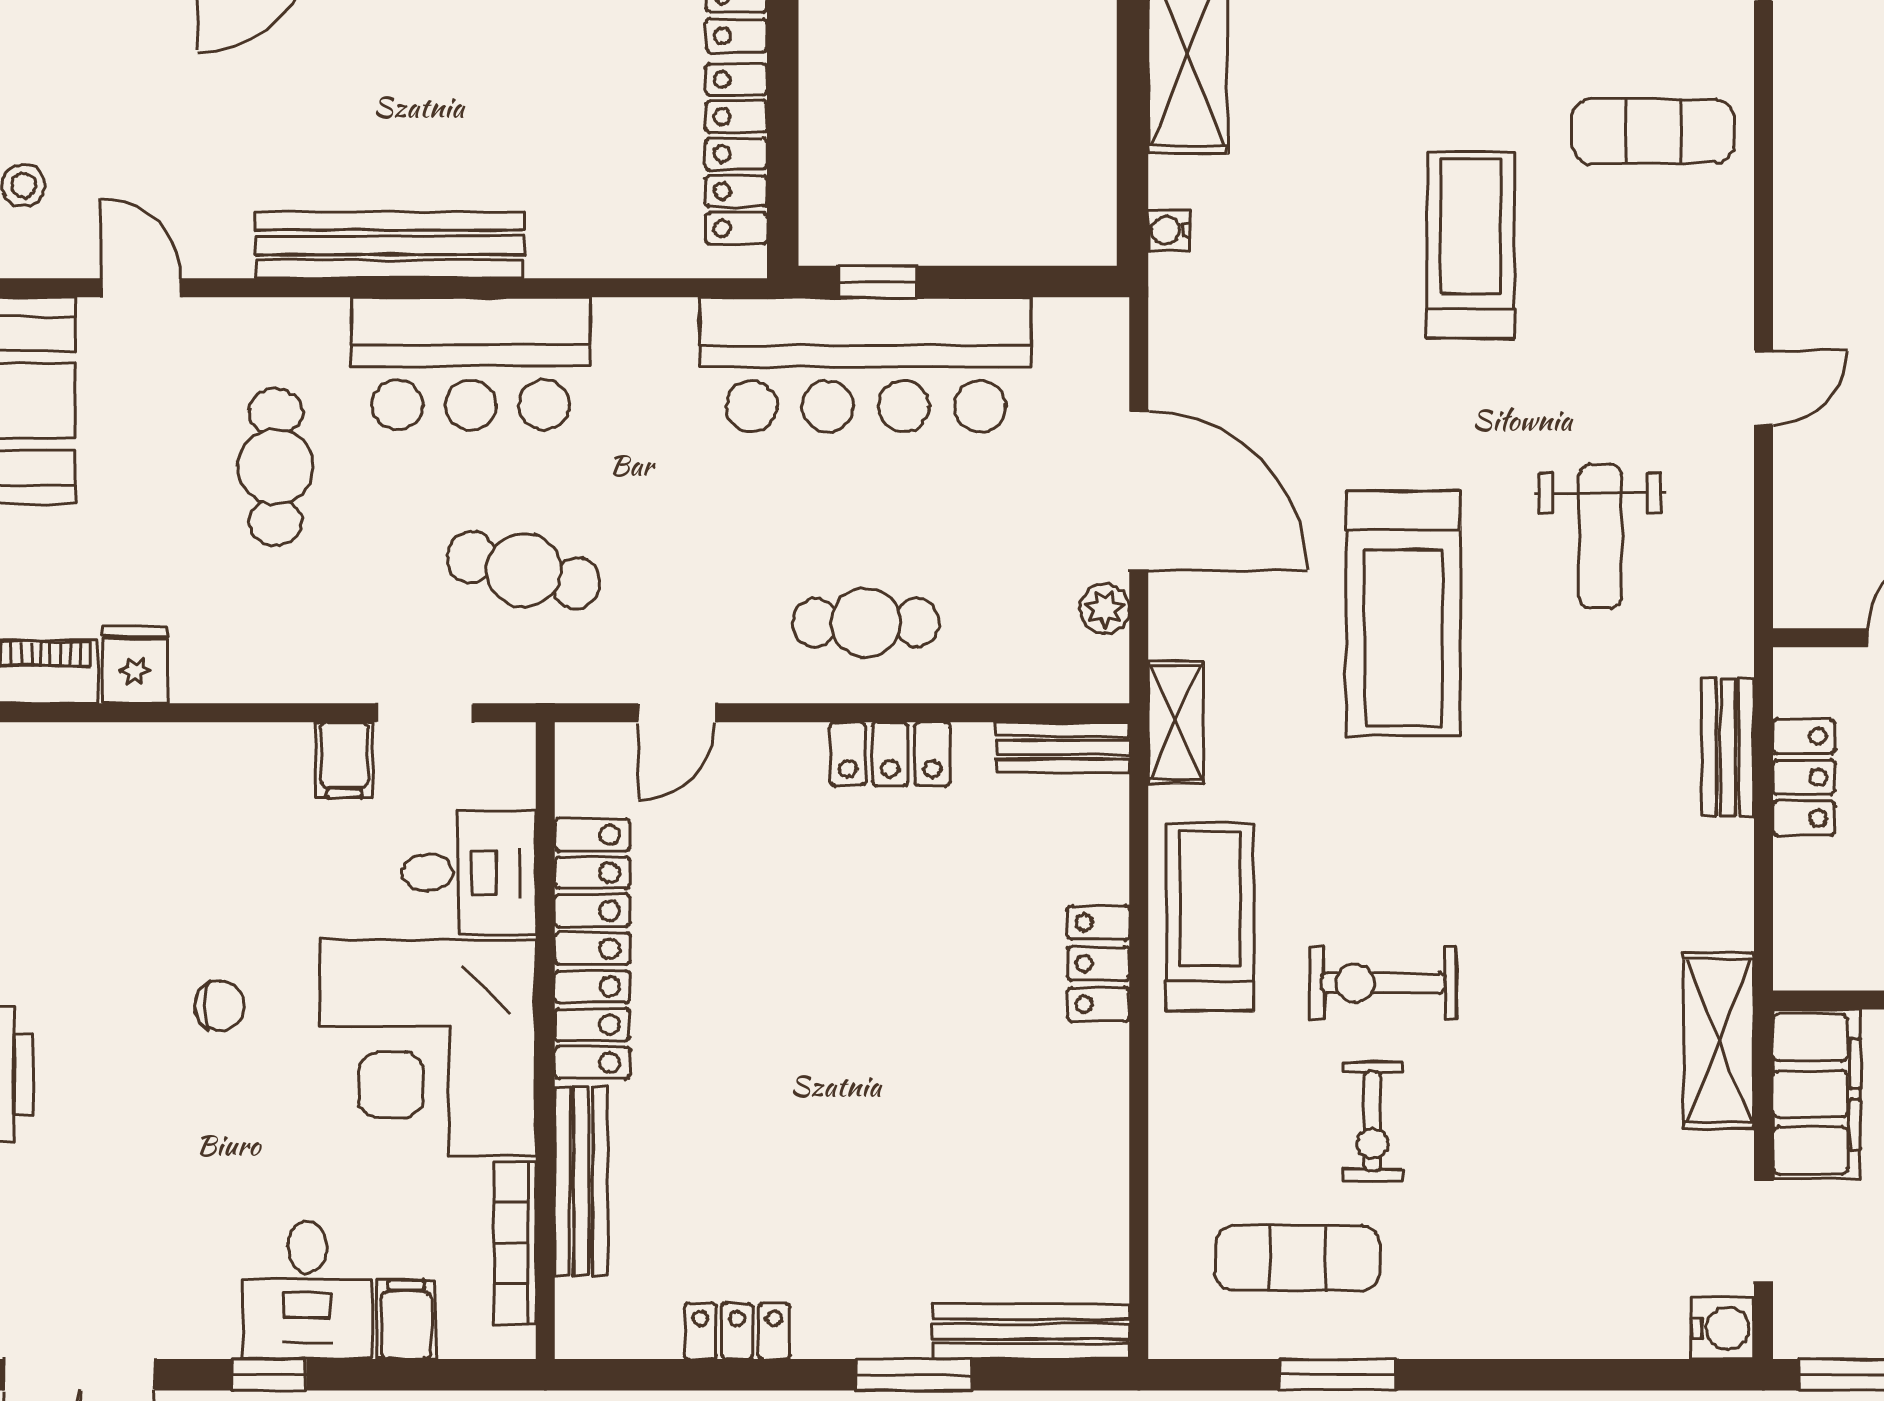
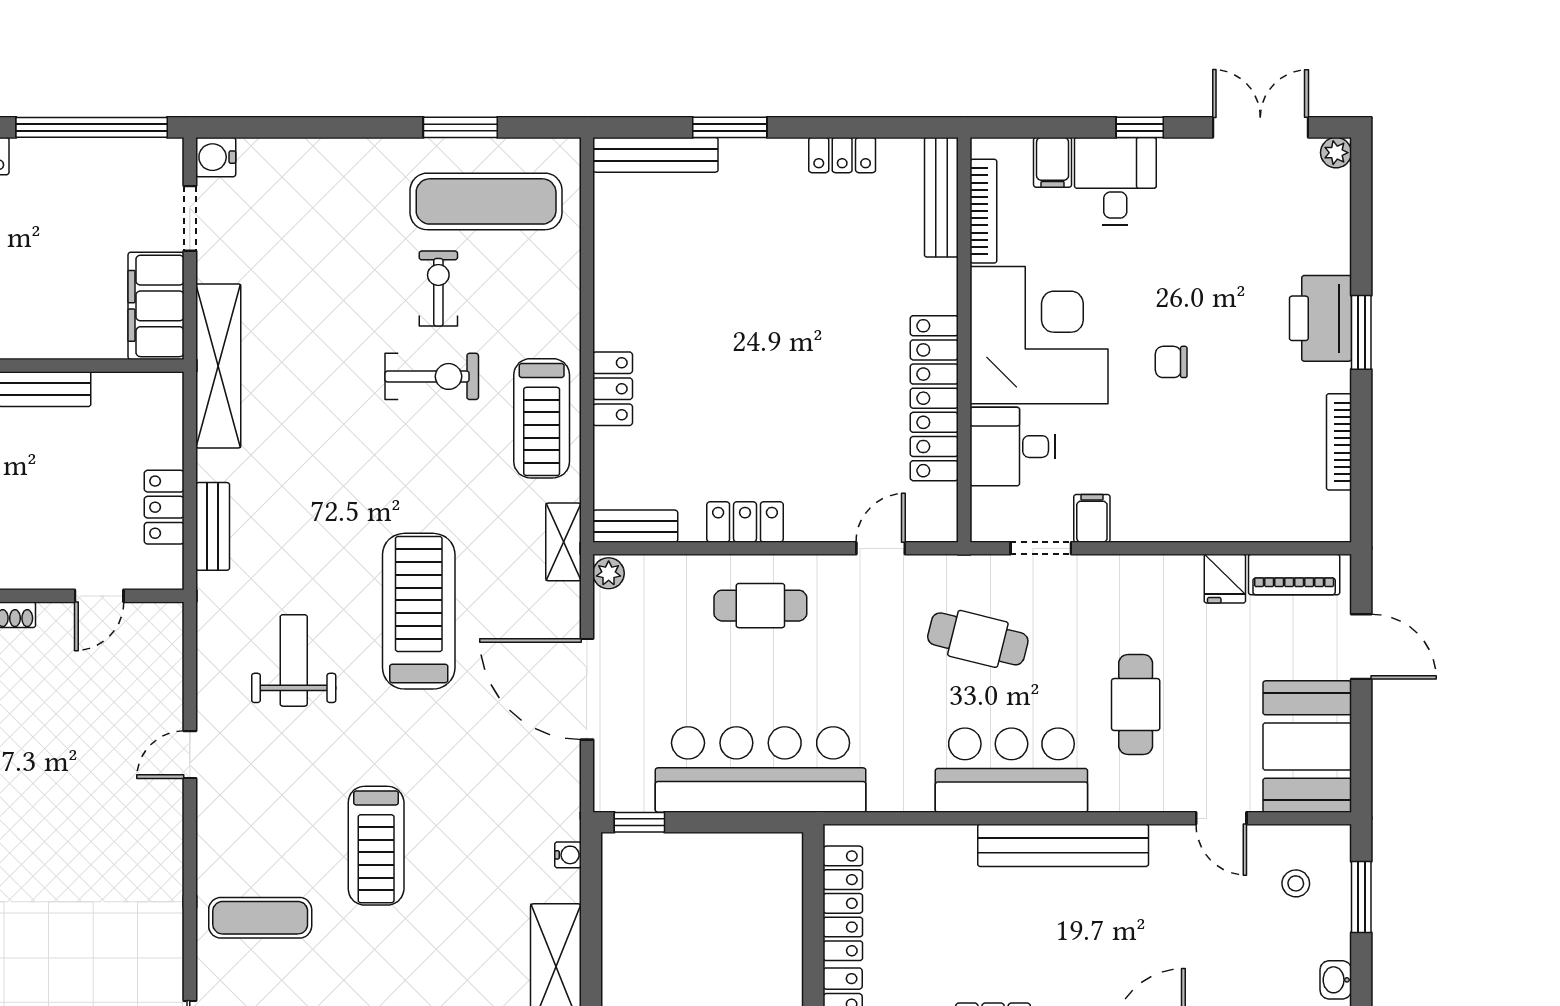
window: (878, 282) -> (639, 822), moved
plant: (1105, 609) -> (609, 573), moved
shelving: (1719, 1041) -> (218, 366), width x1.47
bench: (581, 1181) -> (941, 197), moved
exercise mat: (1298, 1258) -> (486, 201), width x1.36, depth x1.45

